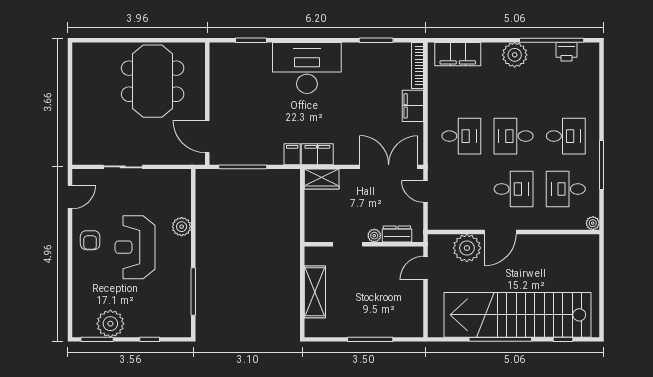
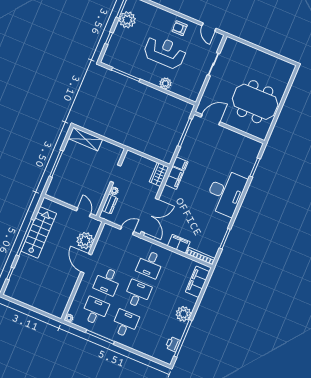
desk: (566, 136) -> (125, 324), turned 180
shelving: (315, 292) -> (85, 139), moved
stairs: (518, 315) -> (39, 232), width x0.54, depth x0.66

